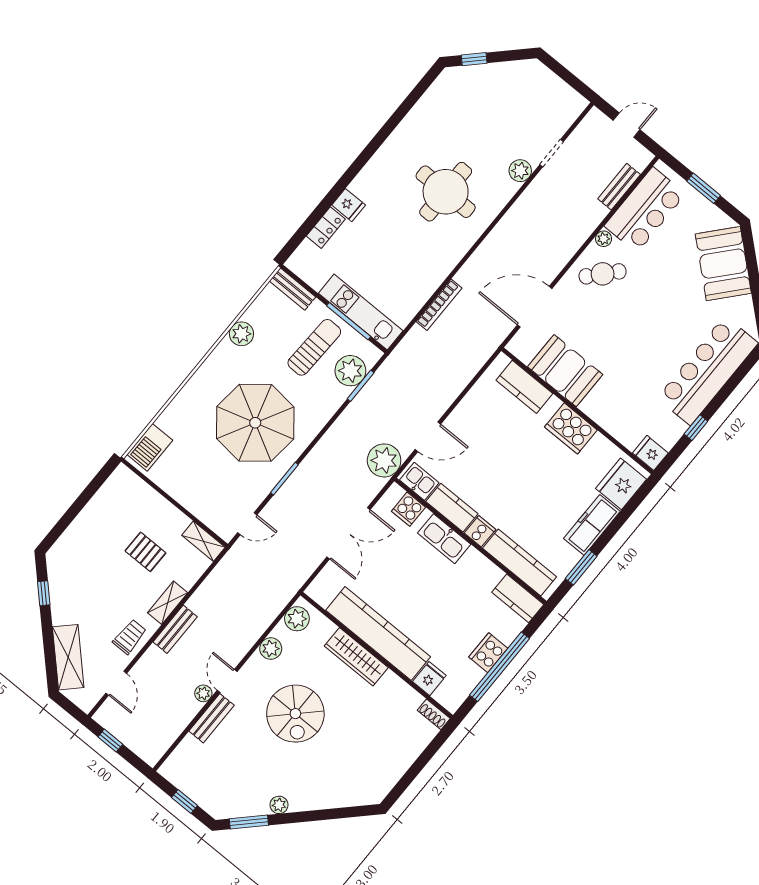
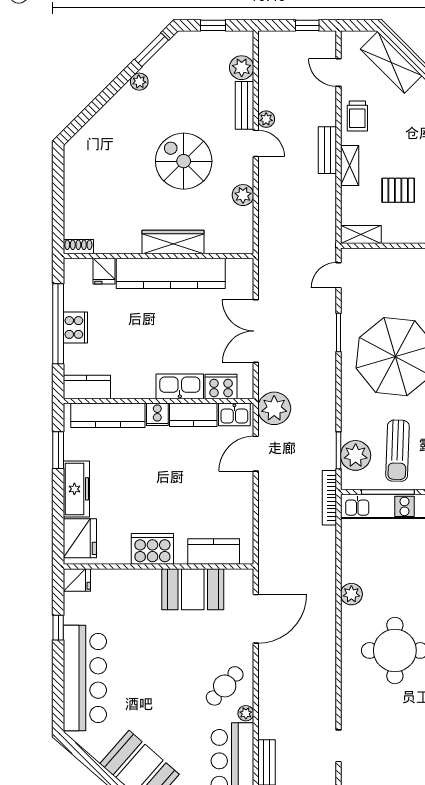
plant: (520, 171) -> (351, 594), moved
bookcase: (439, 305) -> (329, 498), moved
cooker: (408, 509) -> (221, 387), width x1.36
plant: (297, 619) -> (242, 68), moved

